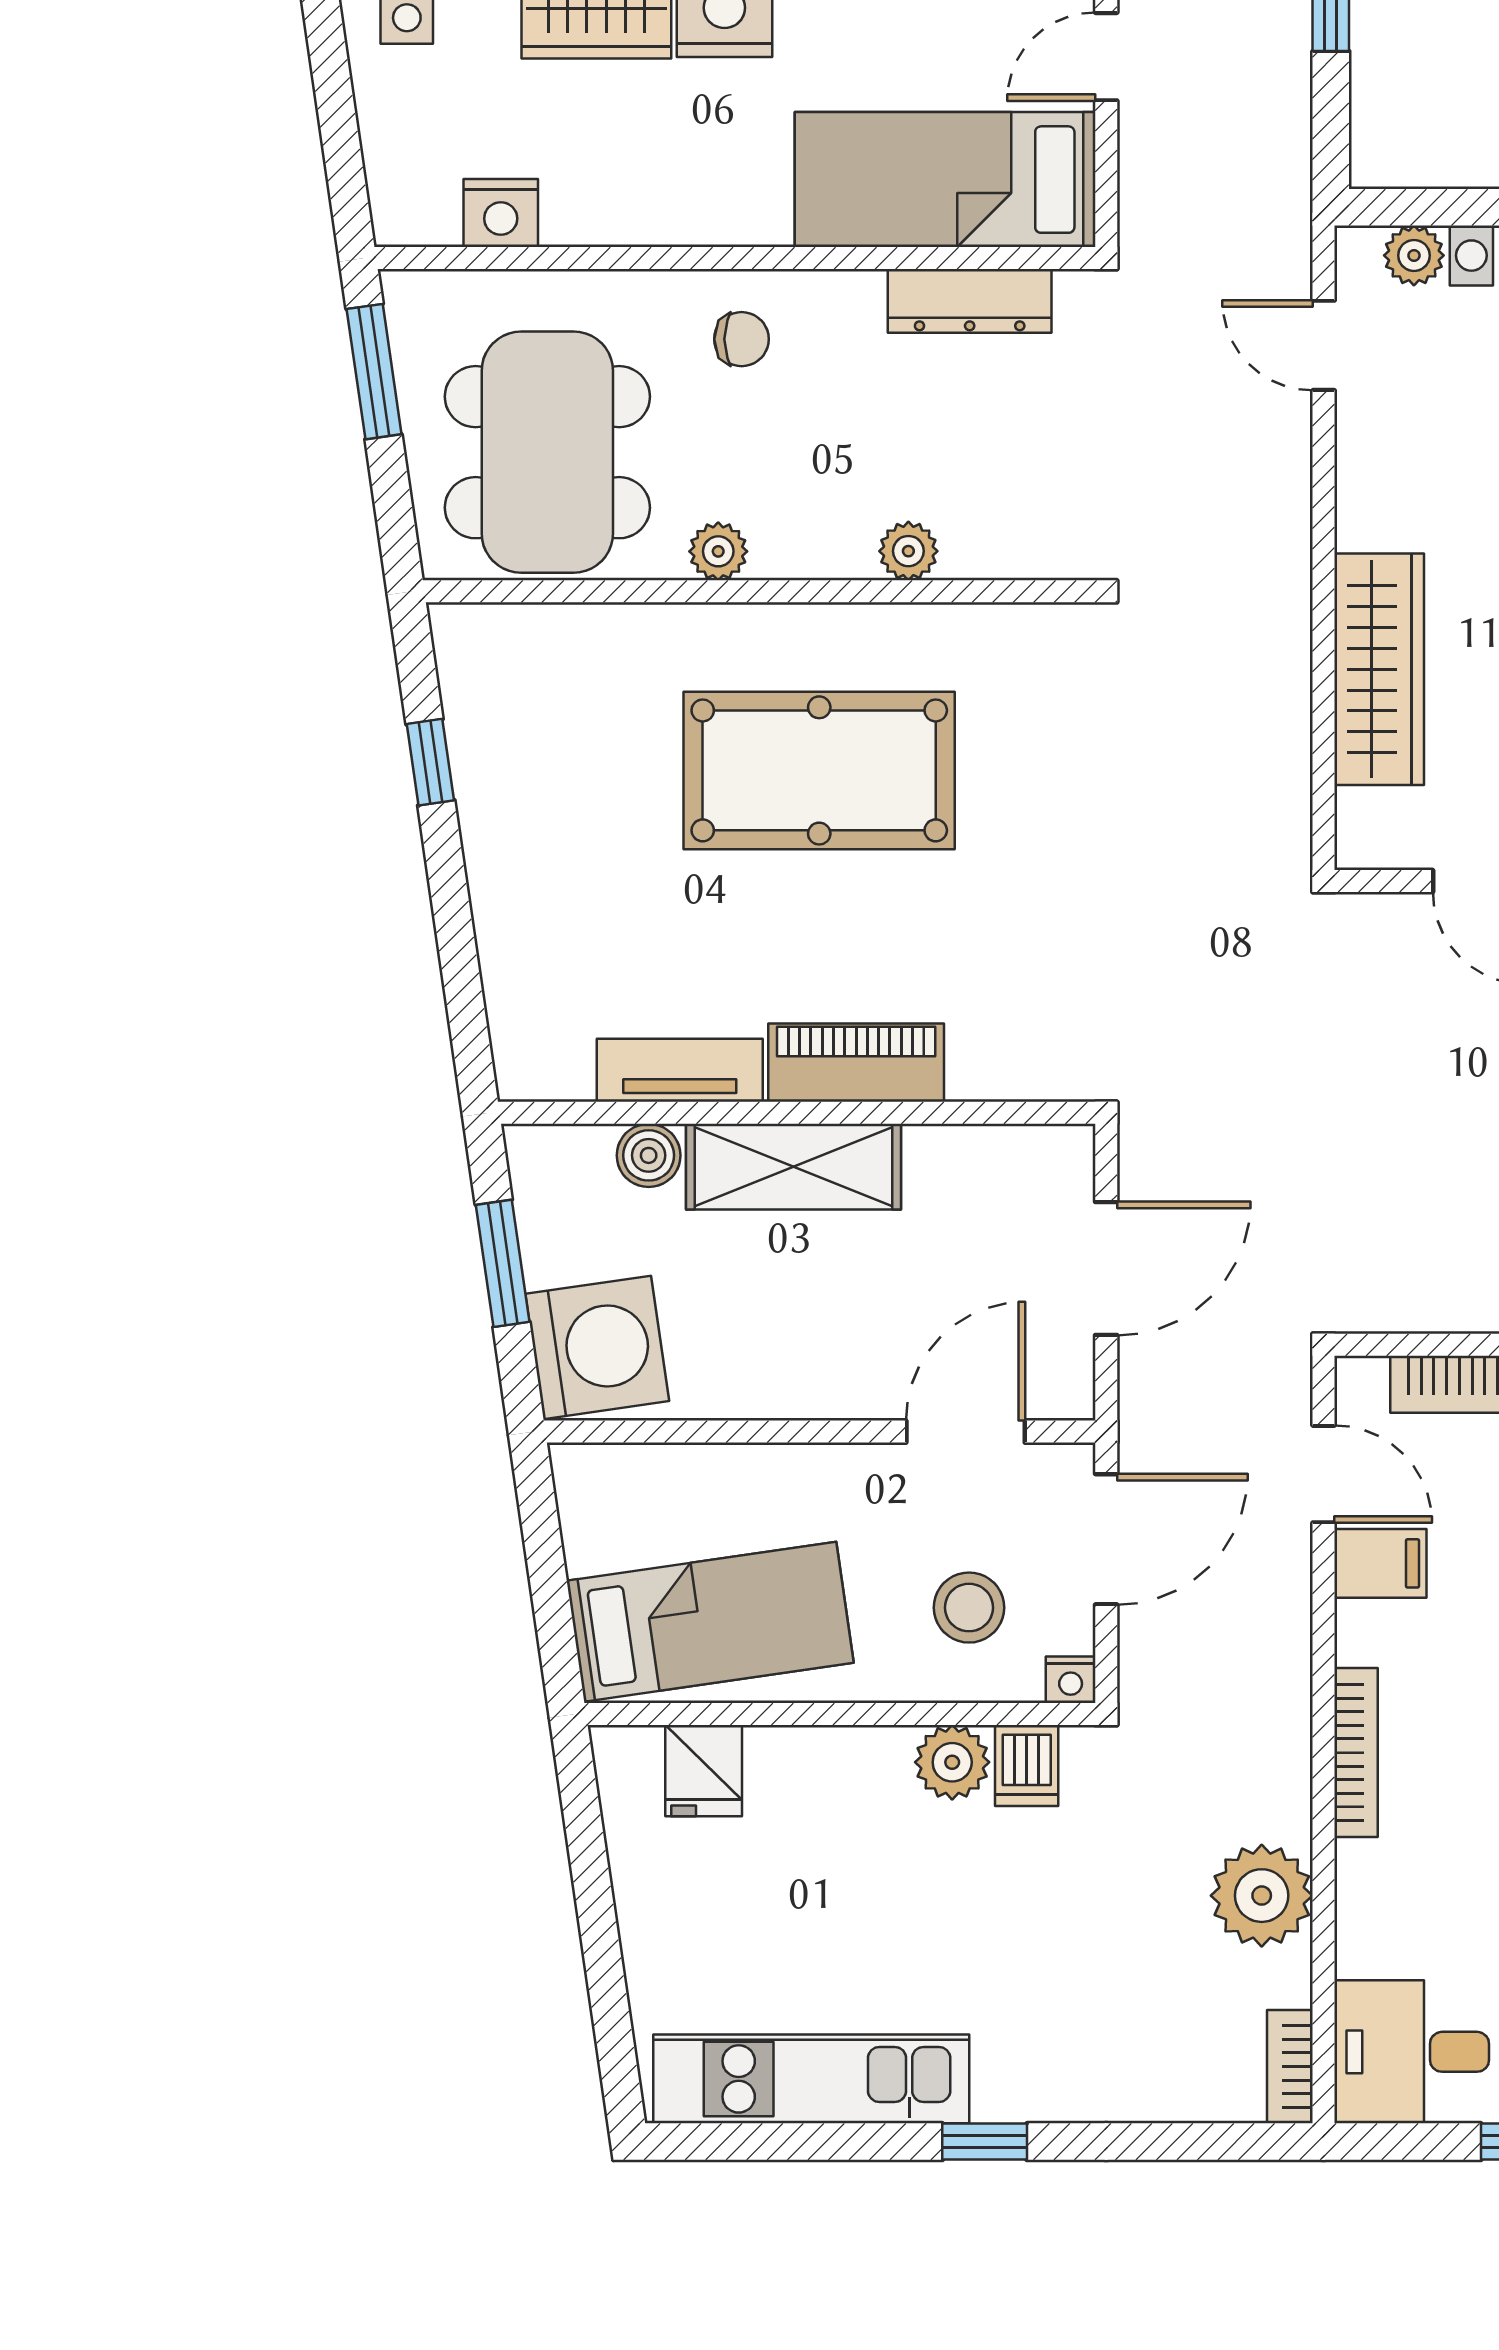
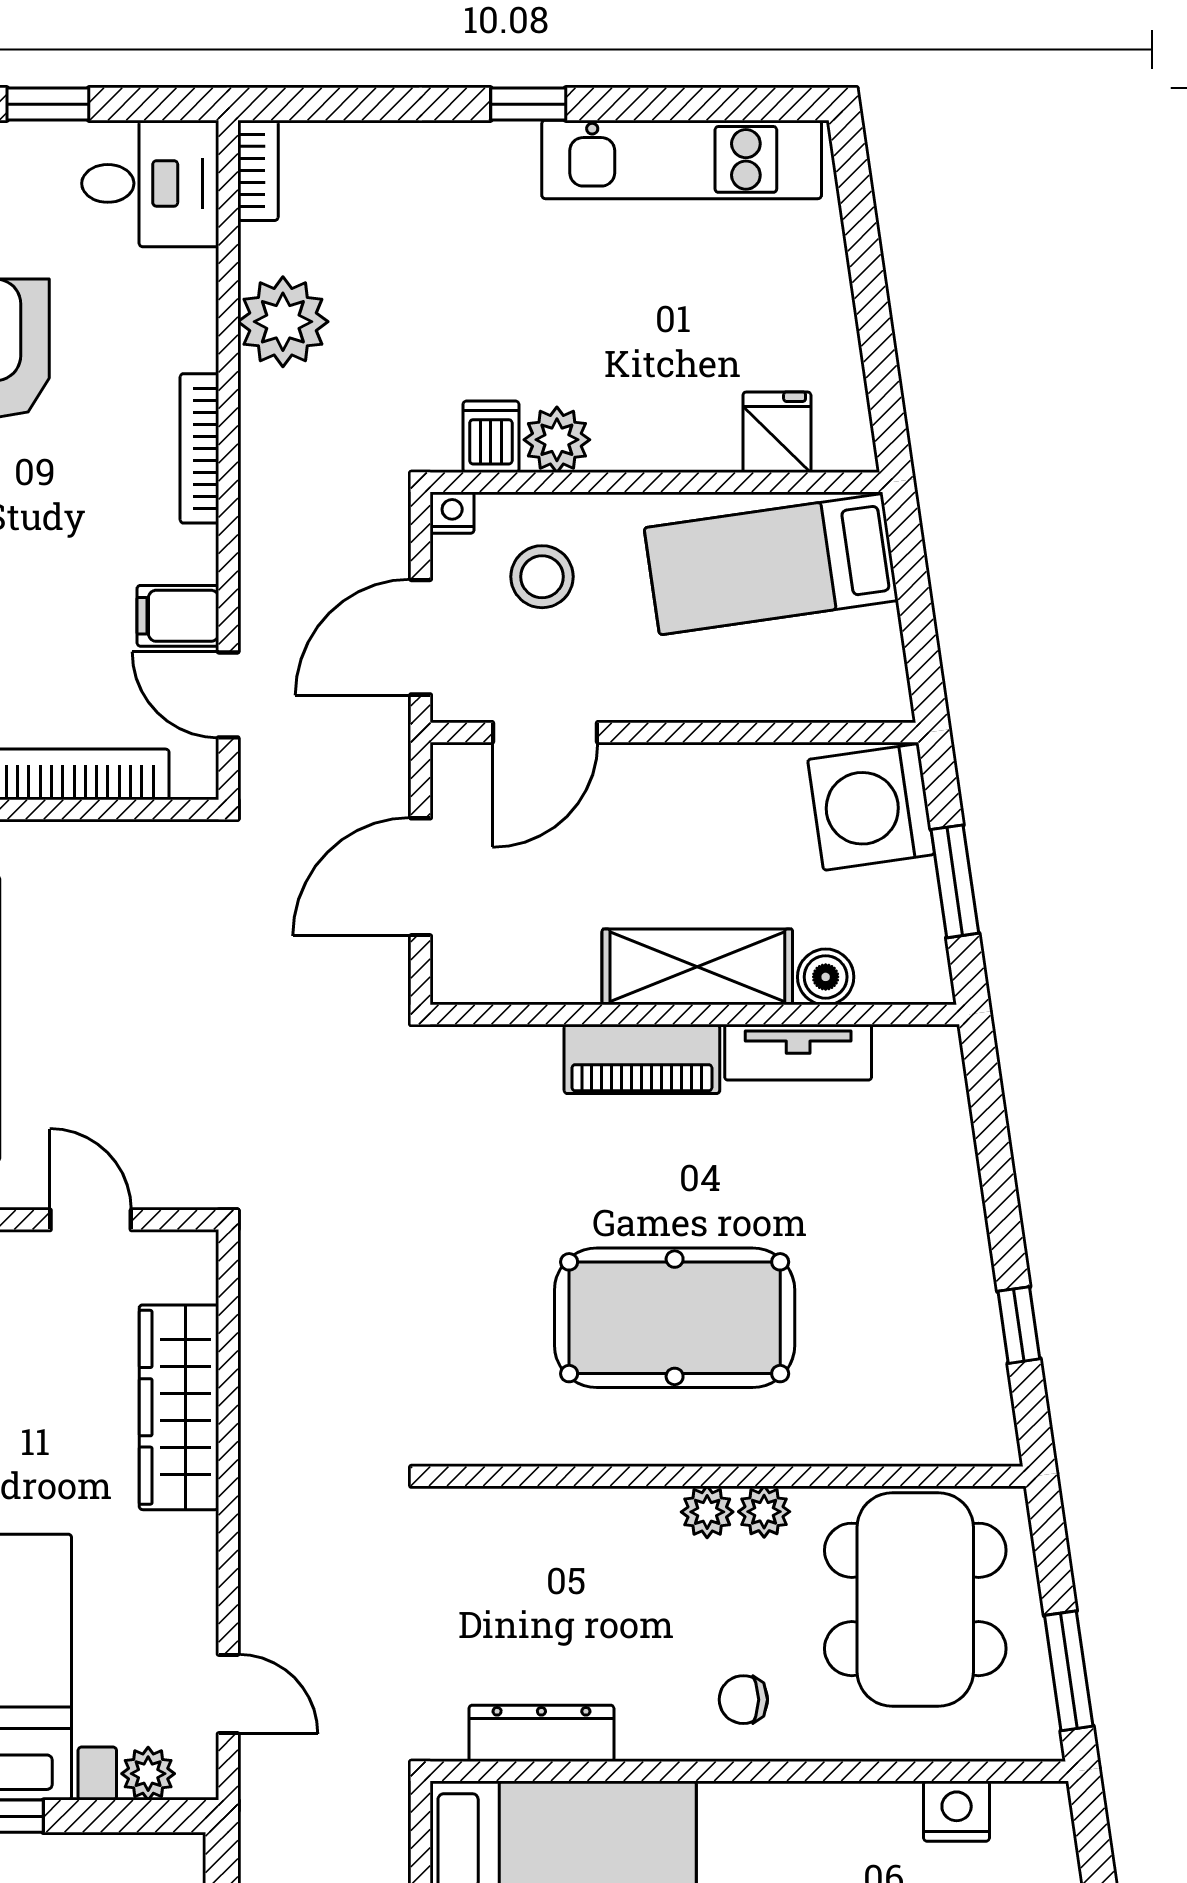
plant: (908, 551) -> (707, 1512), moved

